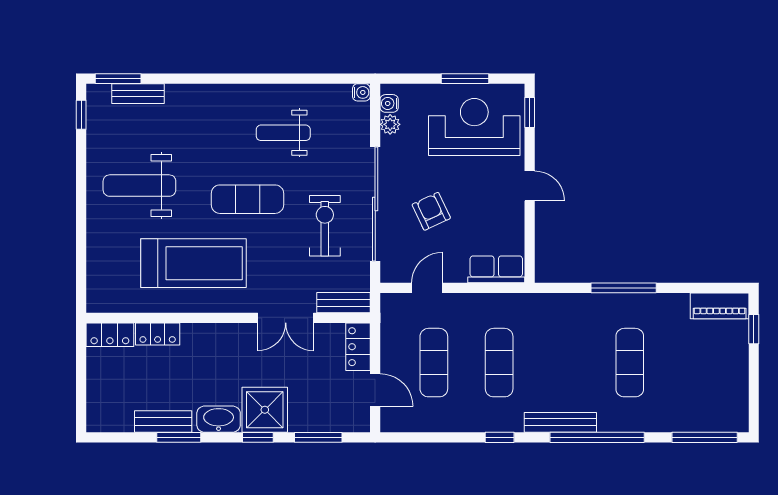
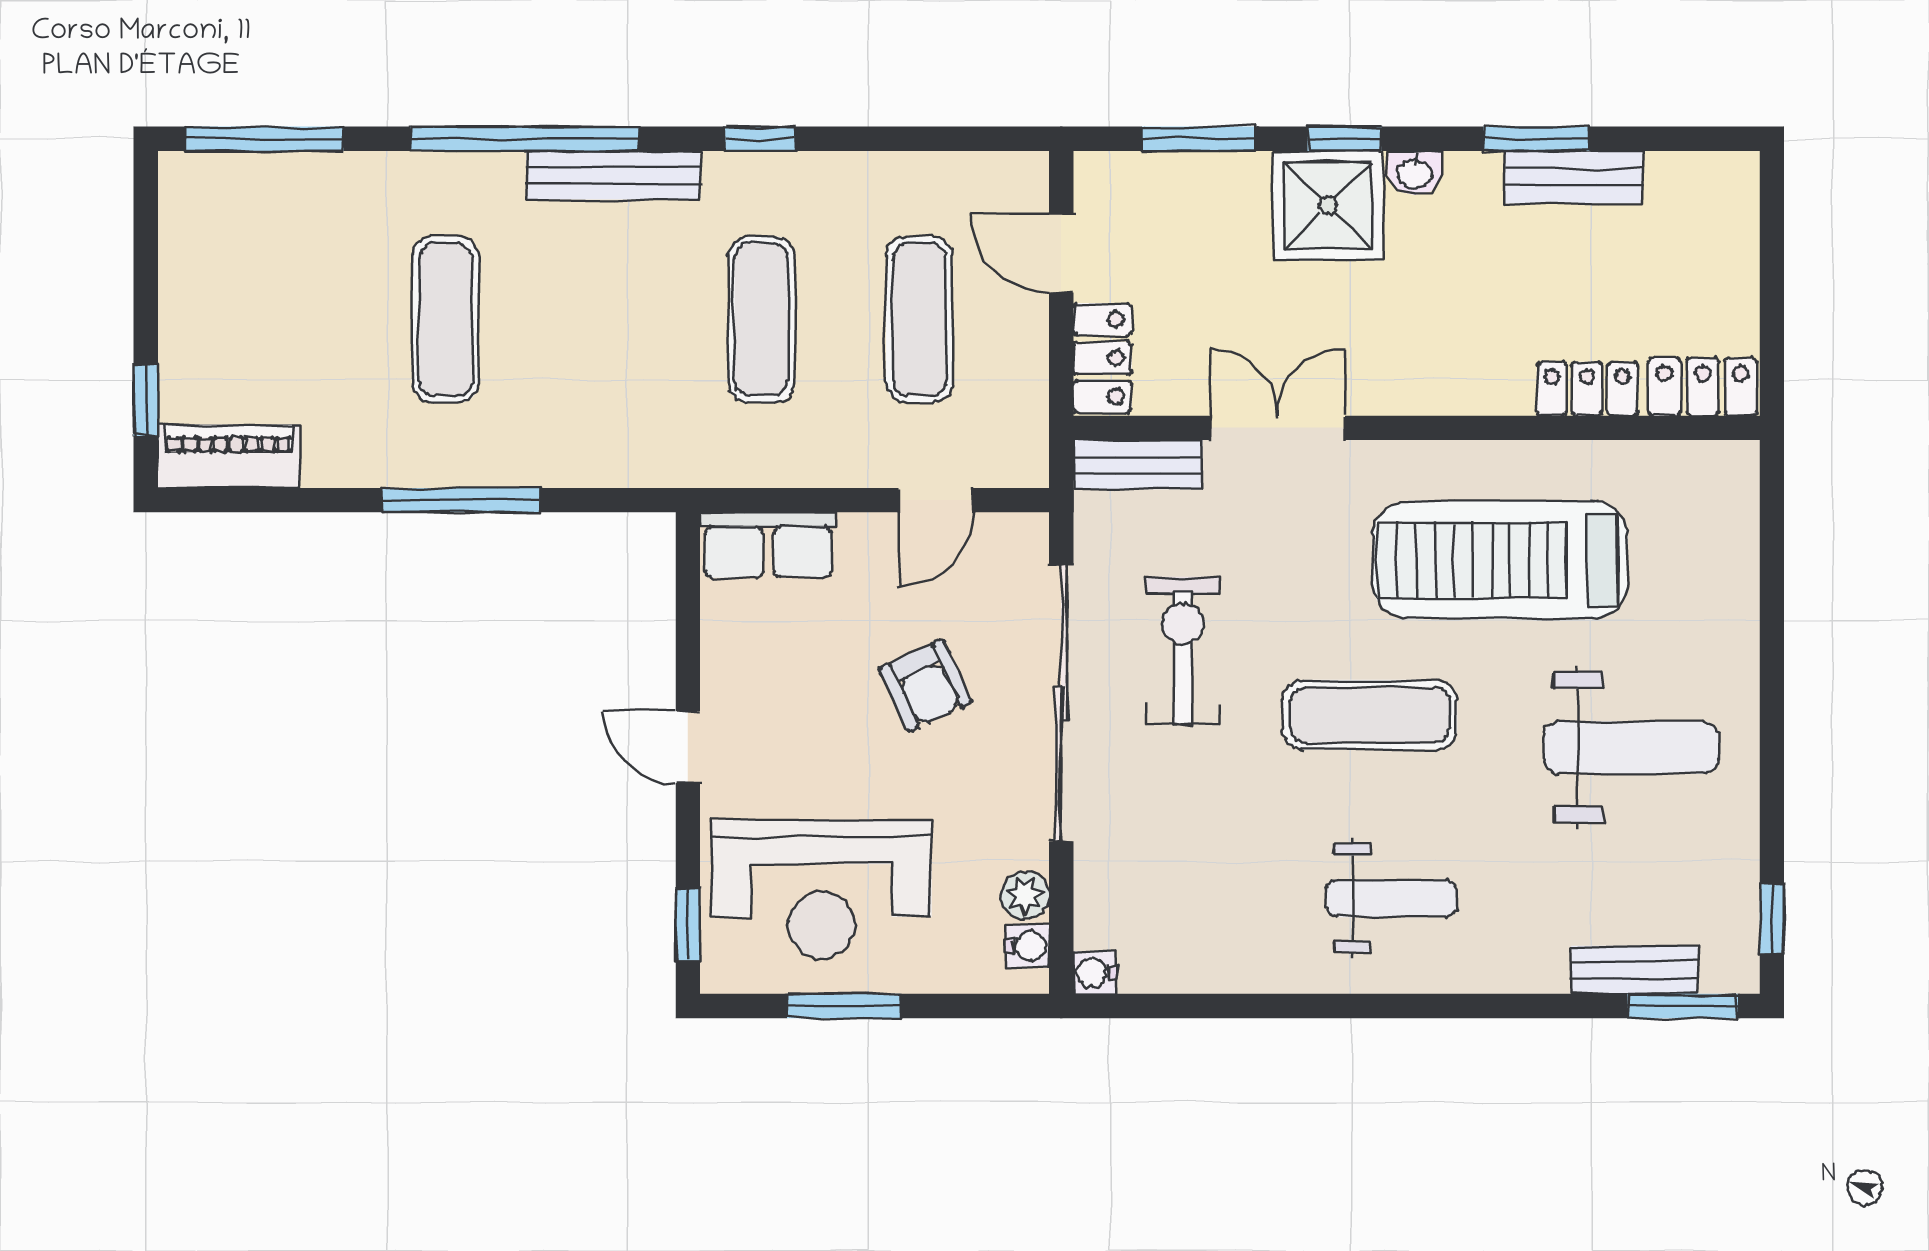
weight bench: (283, 133) -> (1392, 898), moved
exercise bike: (325, 226) -> (1183, 650), turned 180
washbasin: (219, 419) -> (1415, 173), width x0.52, depth x0.69

